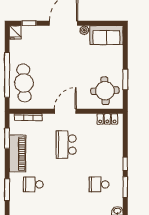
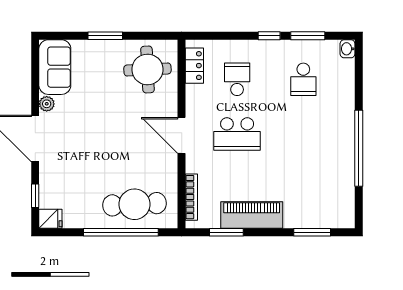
window: (125, 79) -> (105, 36), moved
school desk: (33, 184) -> (237, 79), moved, turned 180

